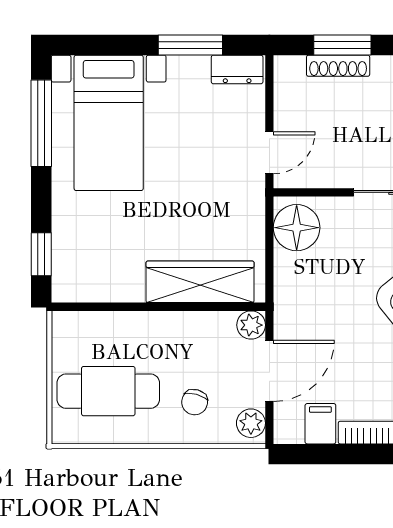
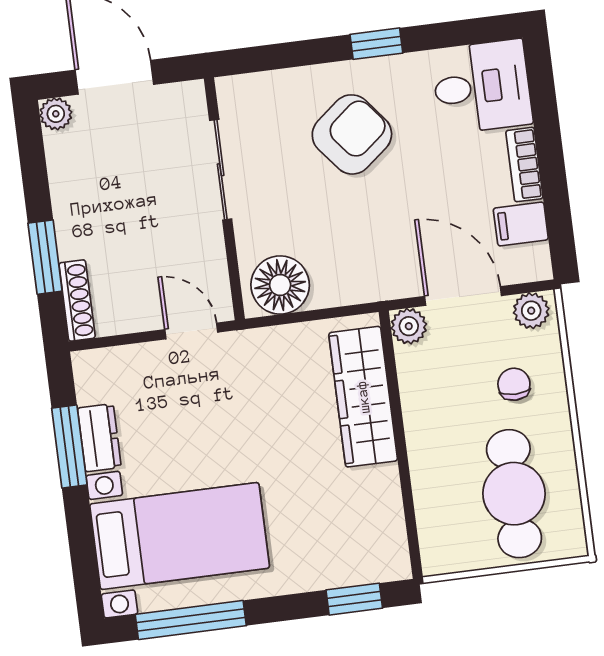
shoe rack: (338, 66) -> (77, 300), moved
dresser: (237, 69) -> (99, 438), moved
chair: (195, 402) -> (514, 384), turned -105

